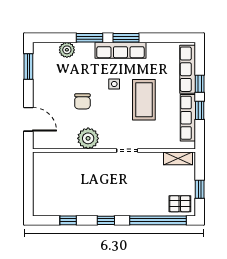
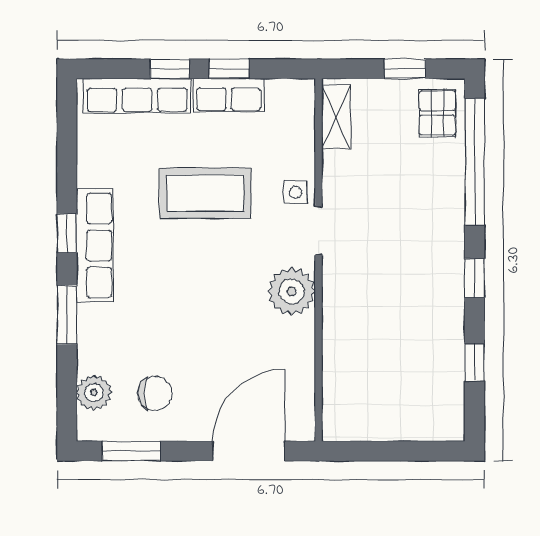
window: (126, 38) -> (67, 233), width x0.67
plant: (67, 50) -> (94, 393), moved
side table: (114, 84) -> (296, 192), moved
chair: (82, 101) -> (155, 393), moved
row of seats: (188, 118) -> (229, 95), width x0.68
door: (28, 119) -> (249, 451), width x1.36
plant: (88, 138) -> (292, 291), moved

